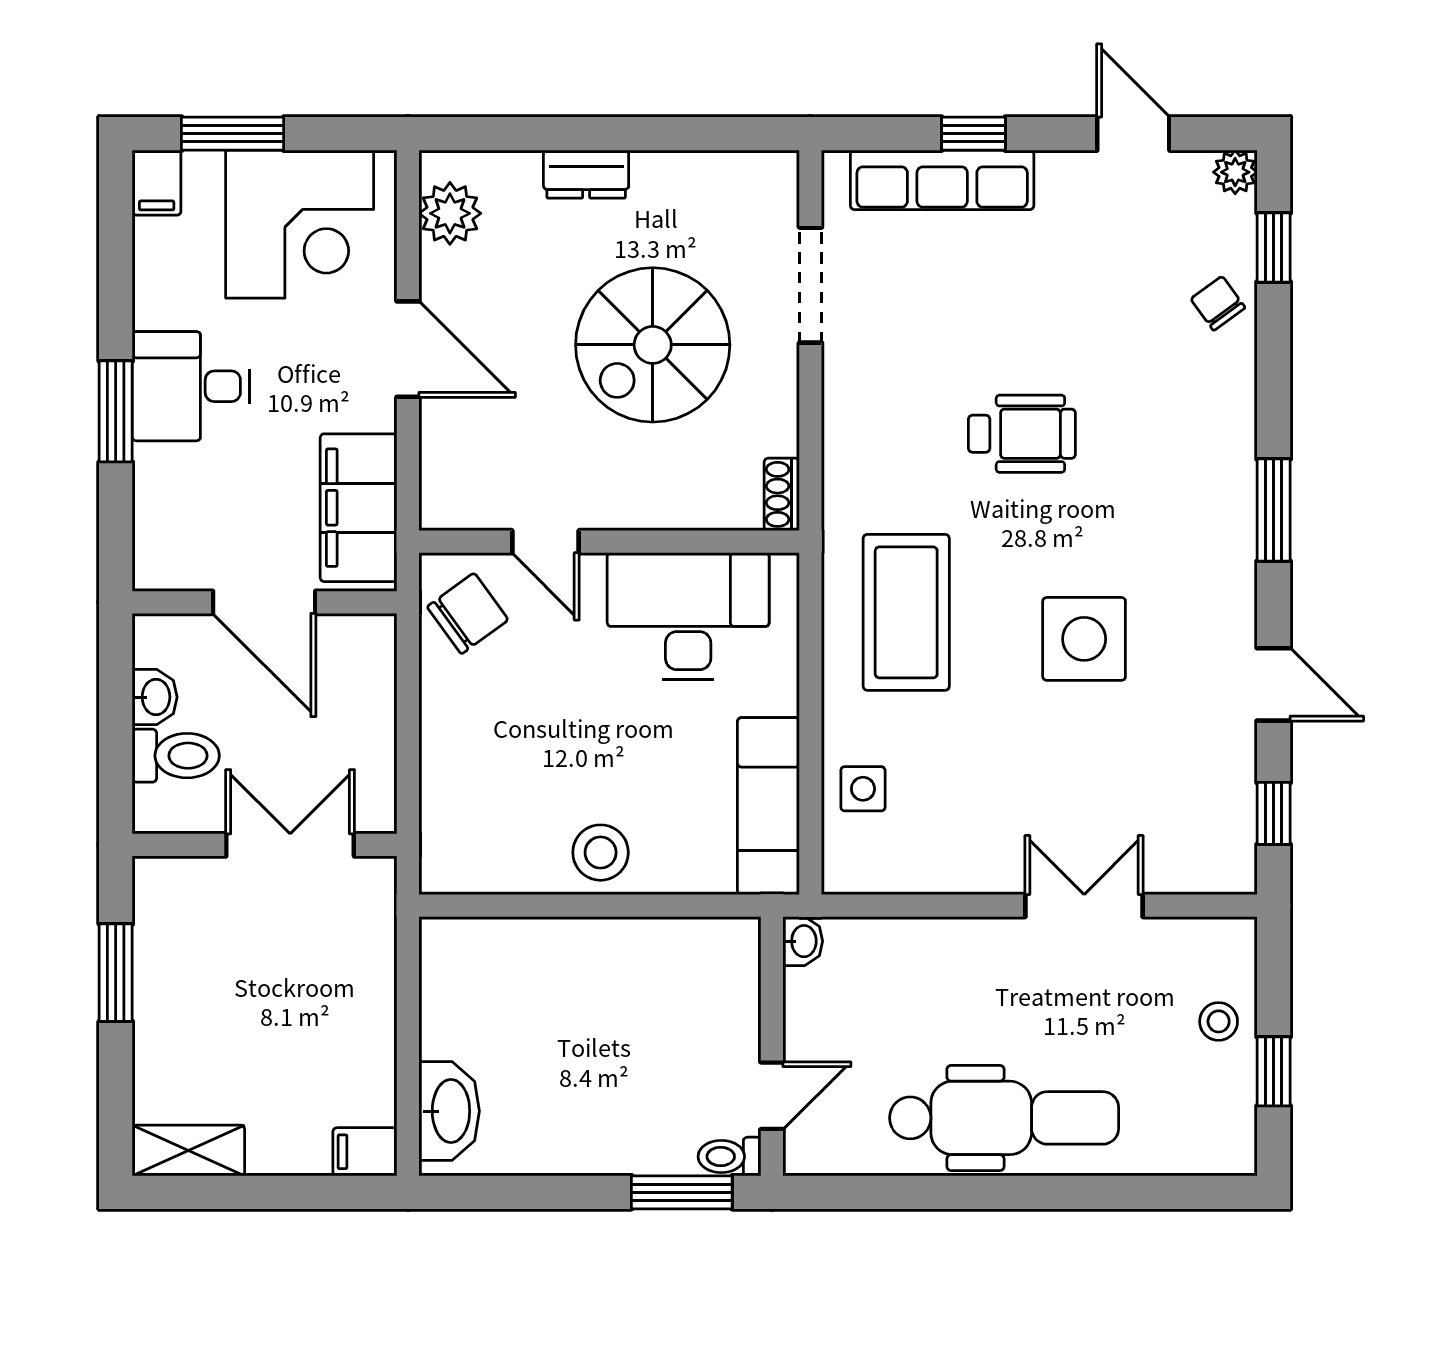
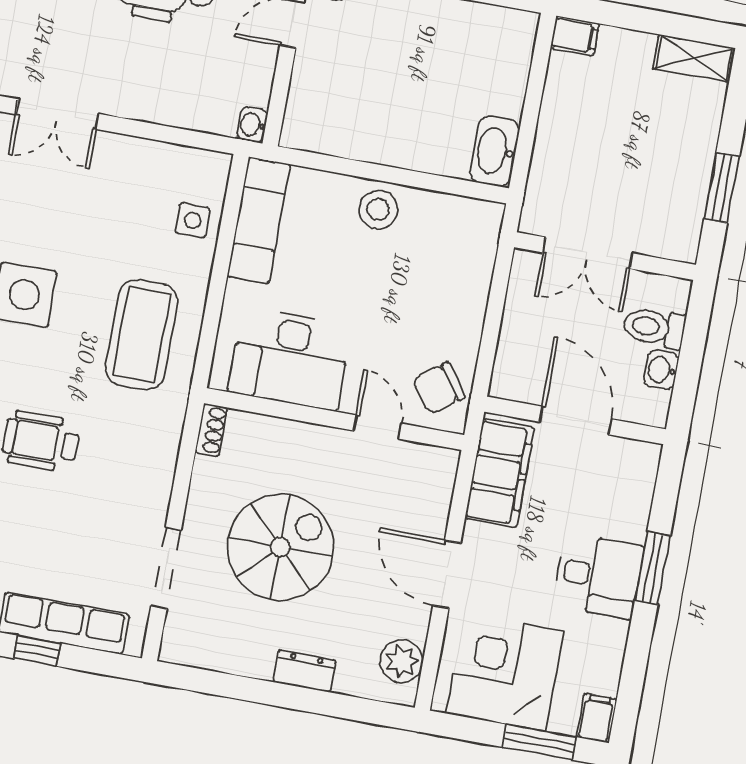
washbasin: (449, 1111) -> (495, 151), moved

